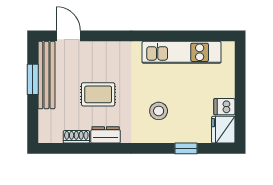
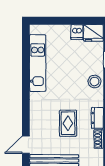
stool: (159, 111) -> (94, 82), moved

